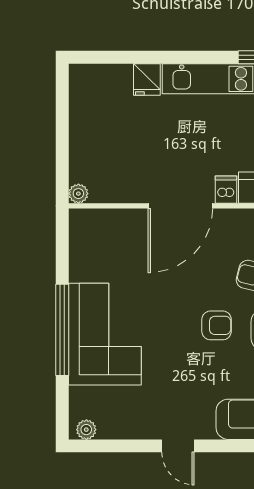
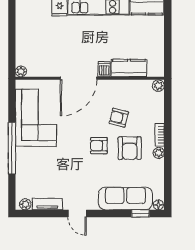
armchair: (217, 325) -> (99, 146), turned 180
corner sofa: (105, 334) -> (36, 118), moved
tv unit: (125, 429) -> (47, 204), added

